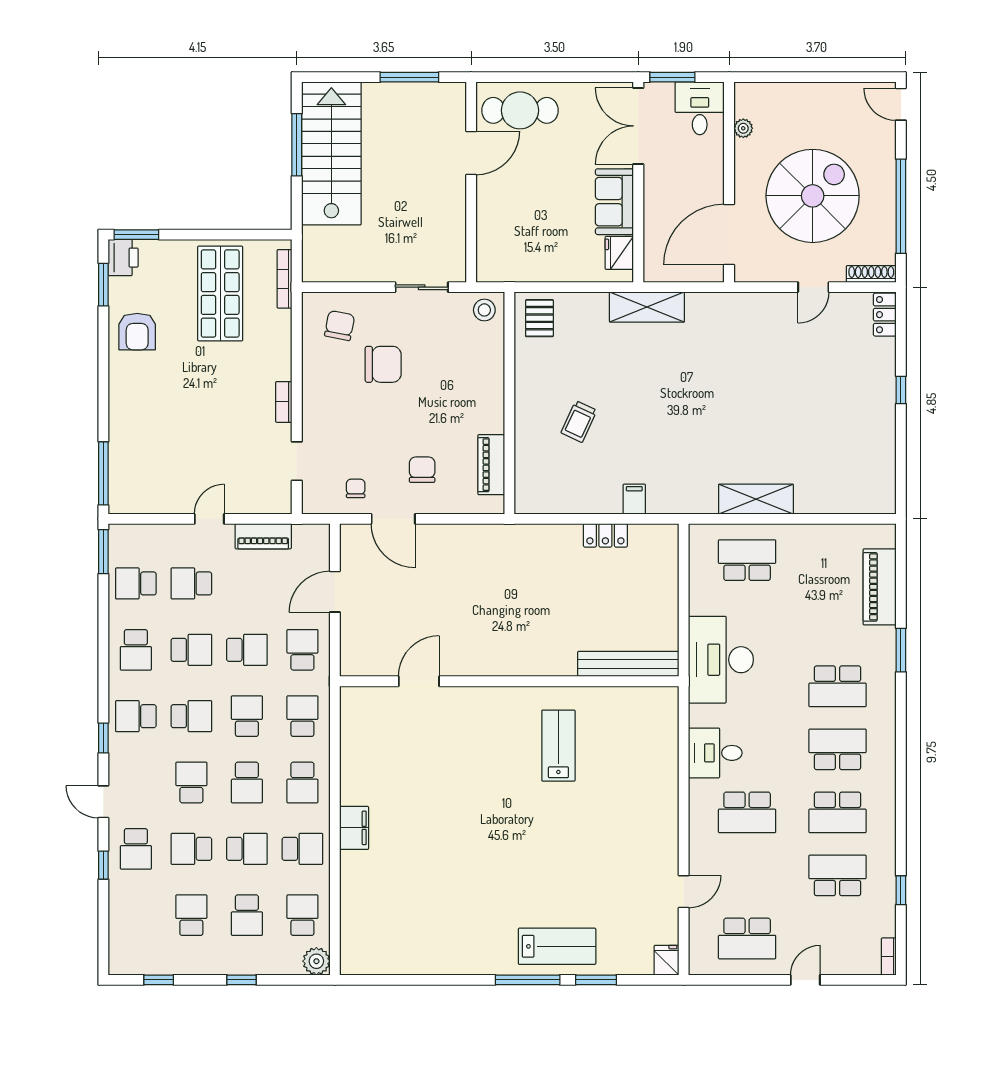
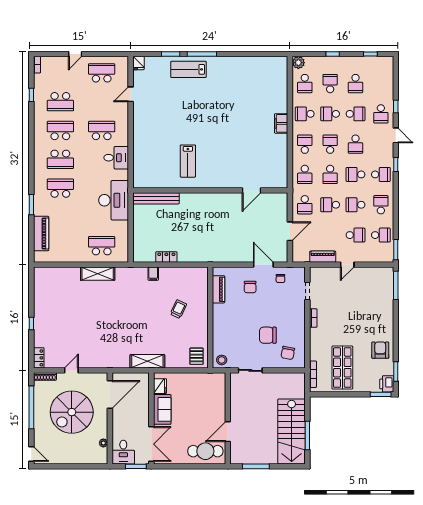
school desk: (747, 560) -> (102, 246), turned 180
school desk: (136, 849) -> (381, 114), turned 180

